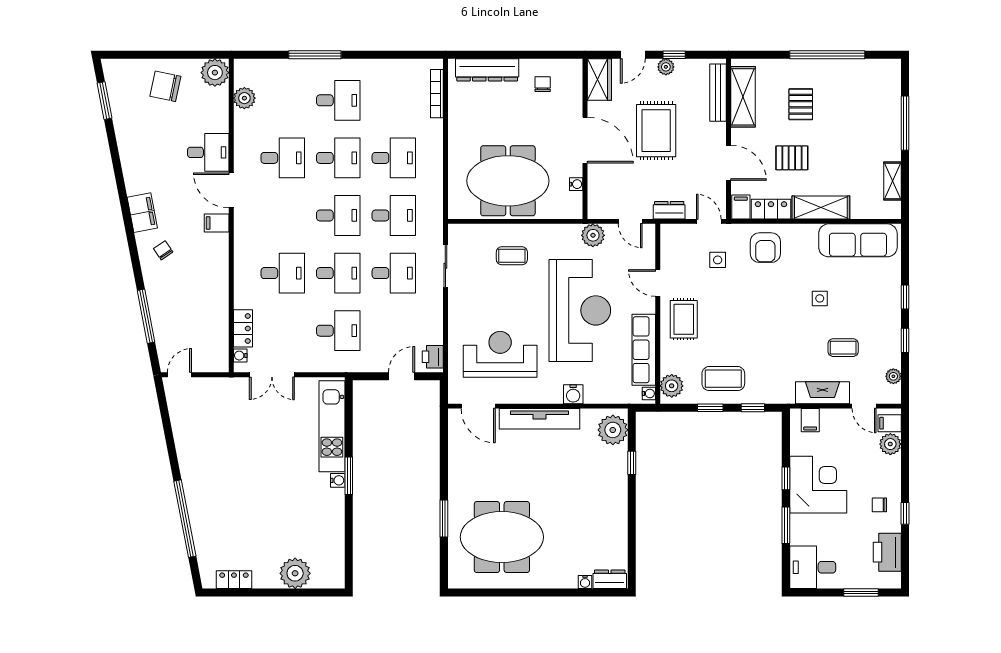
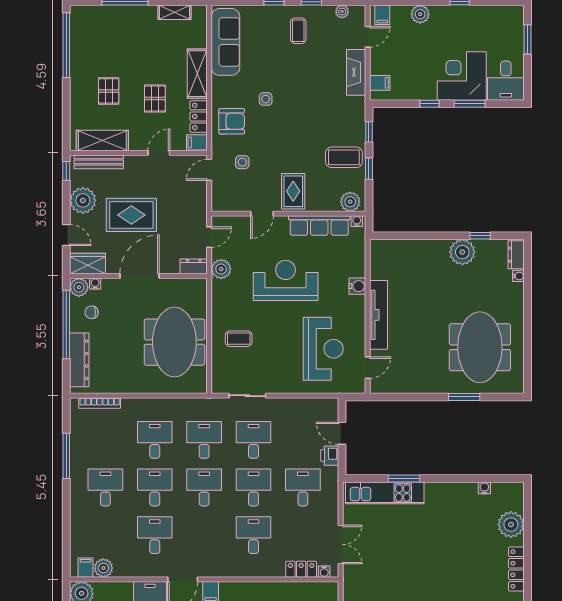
window: (315, 55) -> (66, 456), moved
window: (528, 55) -> (66, 324), added
window: (674, 55) -> (66, 171), moved
window: (827, 55) -> (66, 45), moved
plant: (666, 67) -> (83, 200), width x1.87, depth x1.87
plant: (572, 69) -> (79, 287), added
filing cabinet: (245, 77) -> (86, 568), added
pallet: (801, 104) -> (109, 91), turned 90
door: (728, 163) -> (159, 153), width x0.73
water cooler: (576, 184) -> (95, 284), moved
dresser: (669, 210) -> (194, 266), moved, turned 90
coffee table: (512, 256) -> (239, 339), turned 90
side table: (820, 298) -> (266, 99), moved
reception desk: (580, 310) -> (286, 280), width x0.74, depth x0.77
rug: (684, 319) -> (293, 191), turned 90
coffee table: (843, 348) -> (298, 31), moved
reception desk: (500, 354) -> (323, 349), turned 180
printer: (433, 357) -> (330, 456), moved, turned 90
coffee table: (723, 379) -> (344, 157), turned 90
door: (478, 406) -> (368, 368), width x0.73
plant: (613, 430) -> (462, 252), moved
plant: (890, 444) -> (420, 14), moved
window: (632, 463) -> (480, 236), moved
window: (349, 476) -> (404, 479), moved
water cooler: (338, 480) -> (484, 488), moved
corner desk: (818, 485) -> (462, 76), moved
chair: (879, 505) -> (452, 23), removed
printer: (887, 552) -> (493, 17), removed
locker: (234, 580) -> (516, 569), width x1.53

